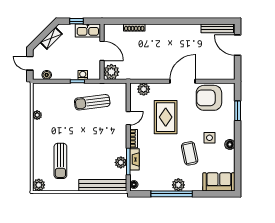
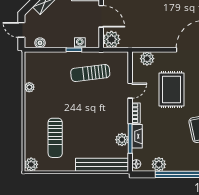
plant: (178, 185) -> (159, 164), moved

